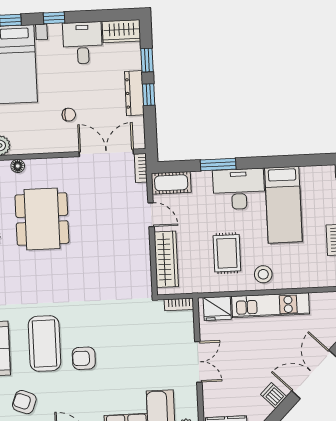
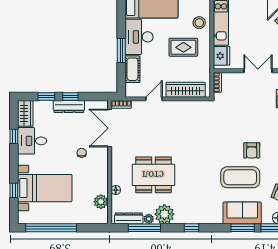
window: (54, 18) -> (14, 136), moved
cot: (171, 183) -> (132, 69), moved

